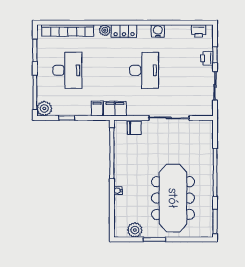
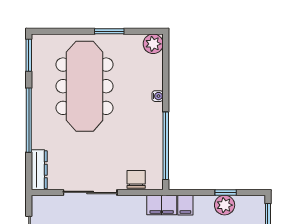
plant: (44, 109) -> (225, 205), moved
chair: (134, 128) -> (136, 179), turned 90
dresser: (207, 135) -> (39, 170), added
plant: (135, 230) -> (153, 44), moved

